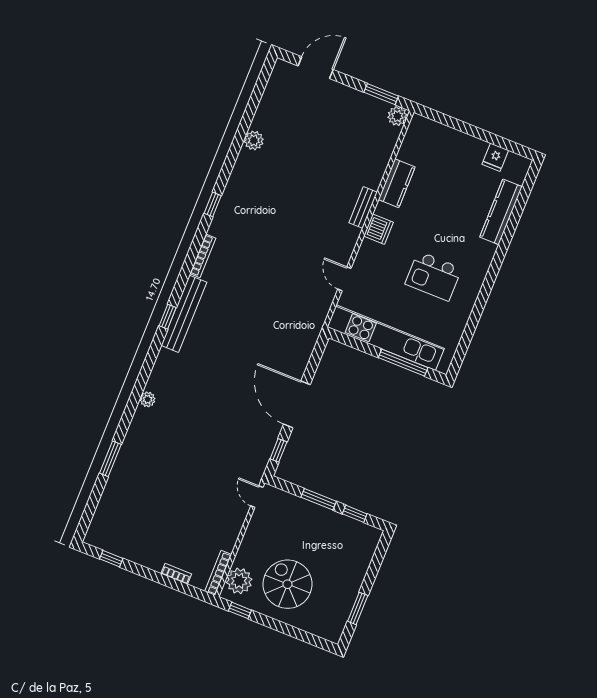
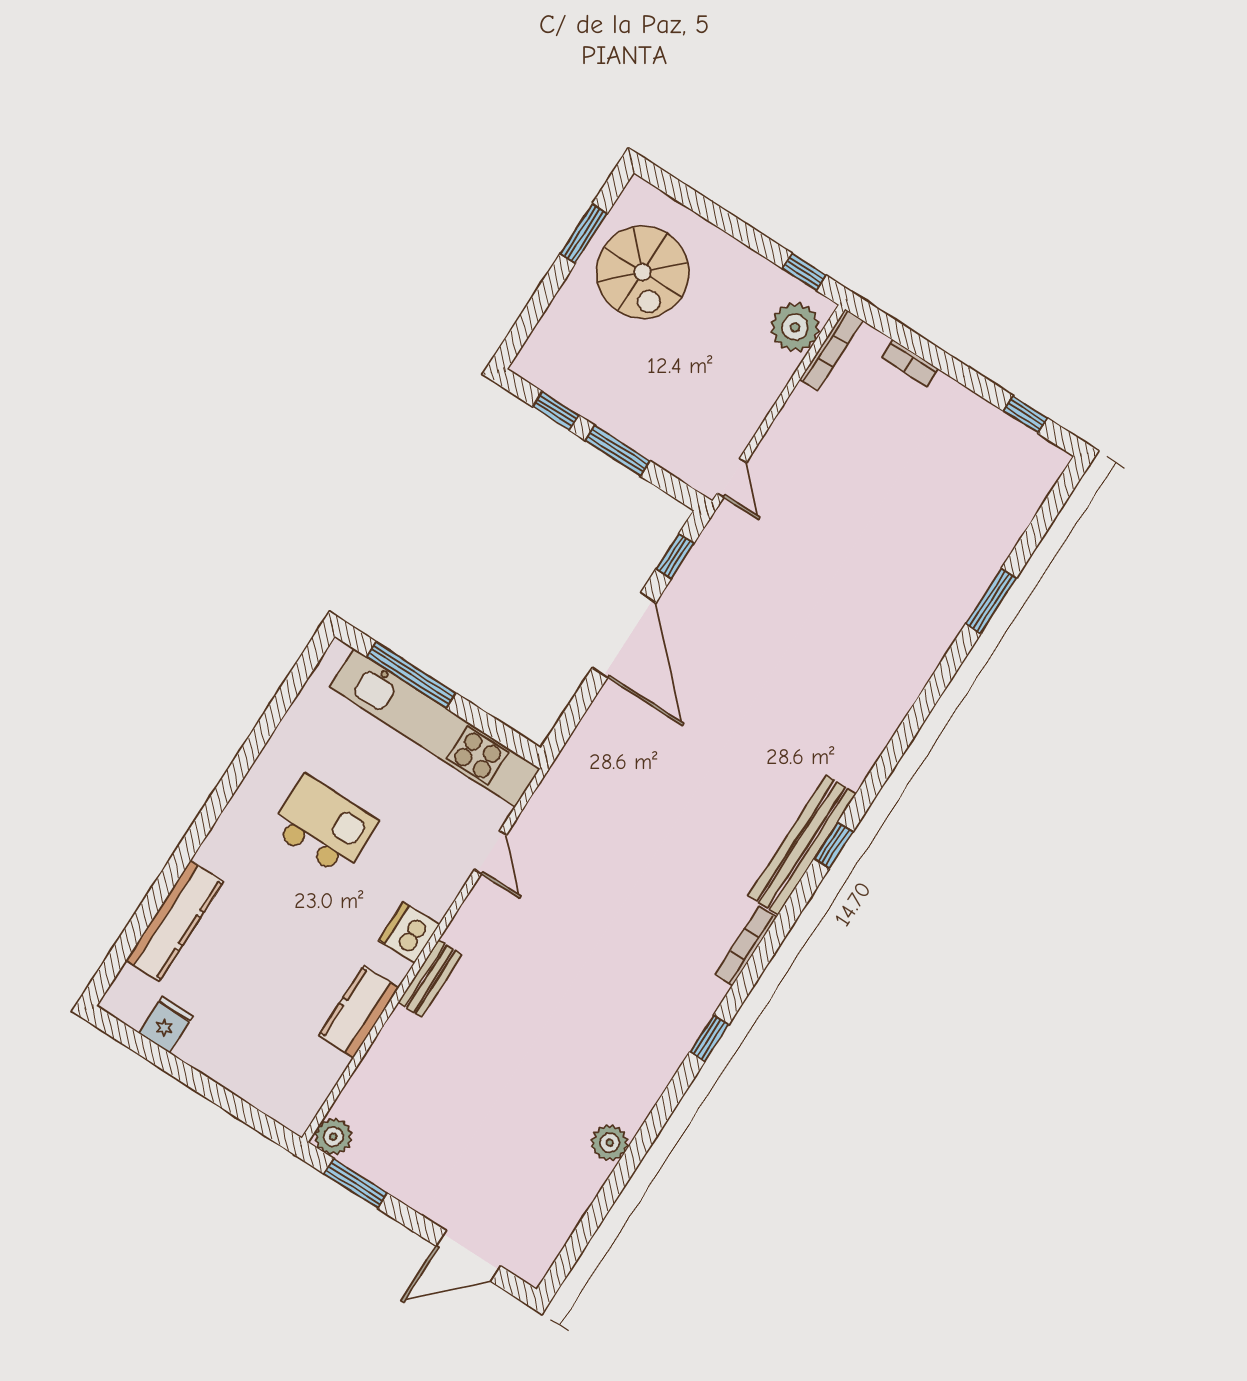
plant: (148, 399) -> (900, 698), removed
spiral stairs: (287, 584) -> (642, 272), moved

